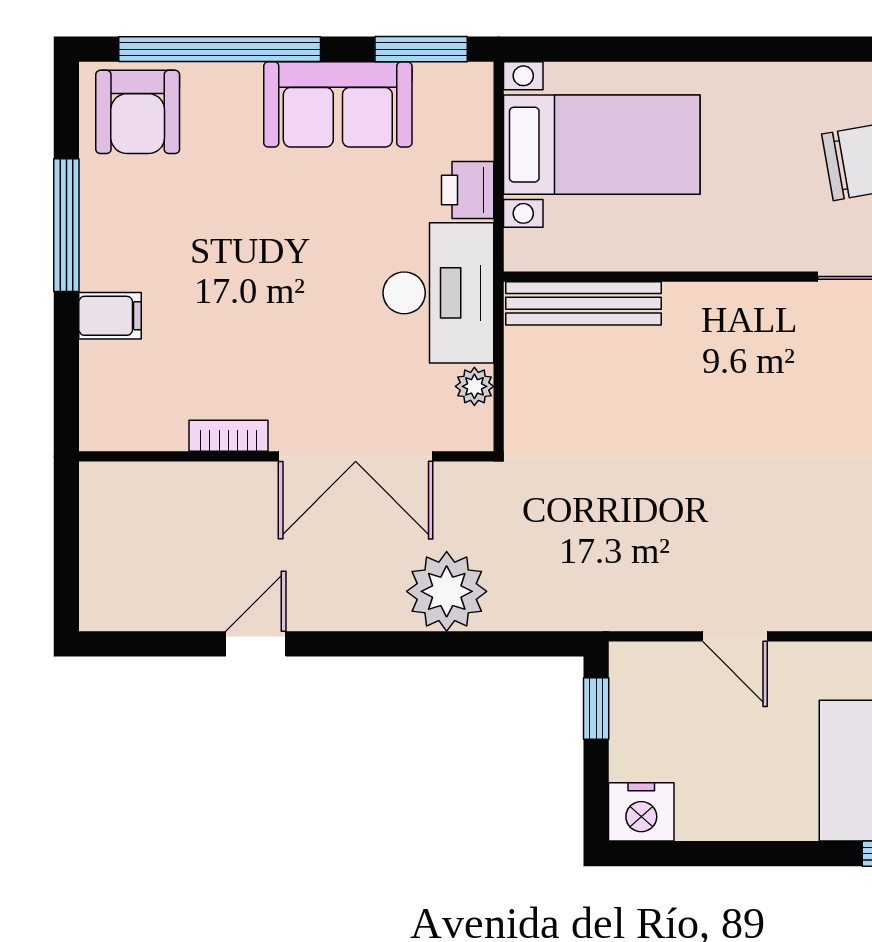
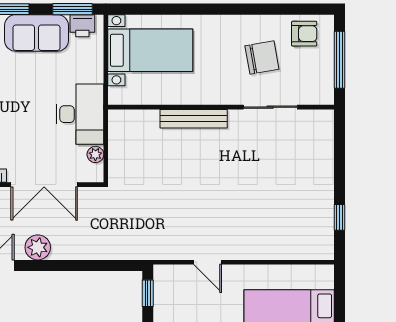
printer: (468, 190) -> (82, 26), moved, turned -90
bench: (584, 303) -> (194, 119), moved
plant: (447, 591) -> (38, 247), moved, width x0.73, depth x0.73

